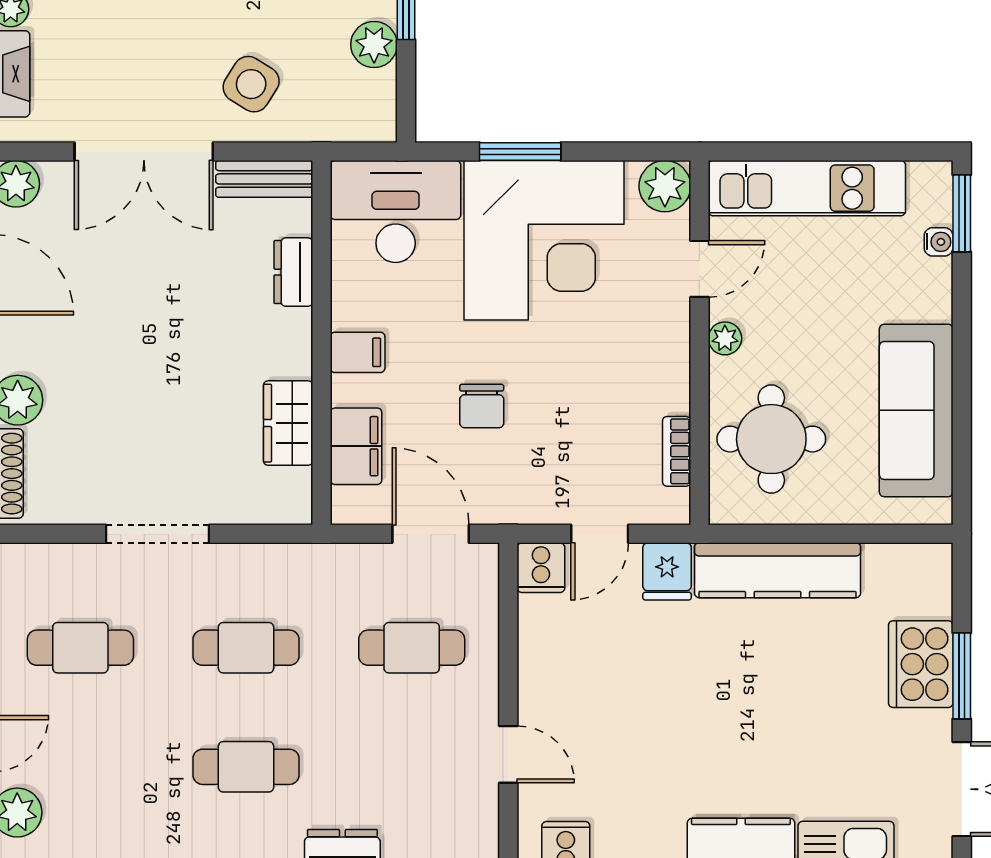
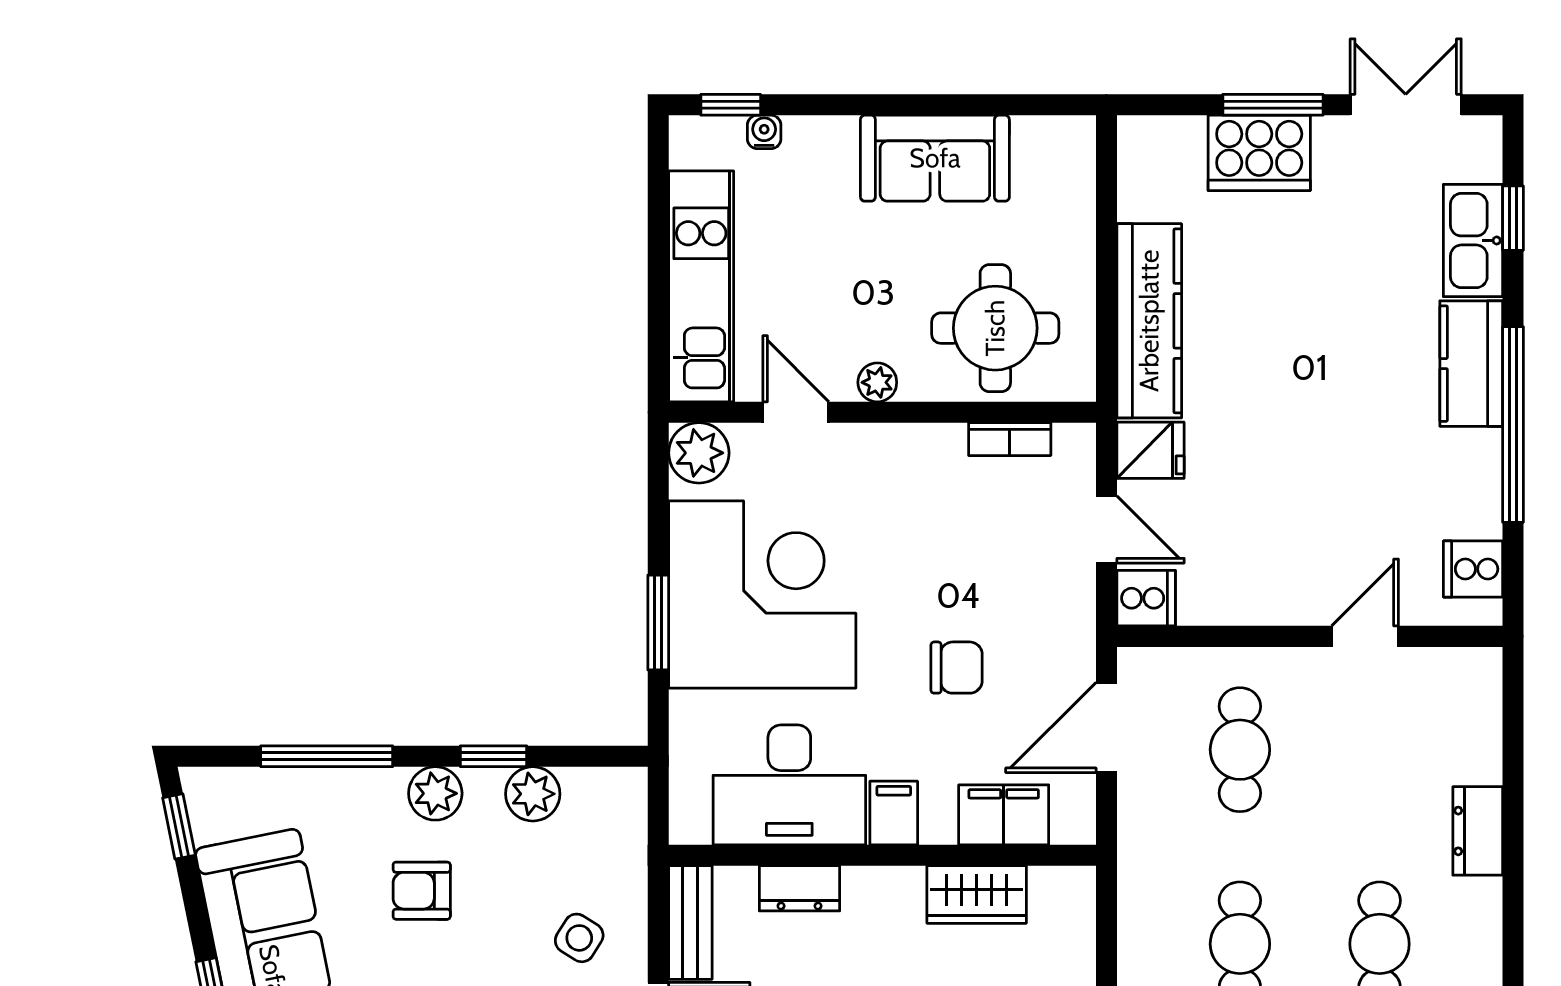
side table: (251, 84) -> (579, 938), width x0.73, depth x0.73
desk: (396, 212) -> (789, 785), moved, turned -90
window: (962, 213) -> (731, 105), width x0.67
sofa: (916, 410) -> (935, 158), width x0.73

